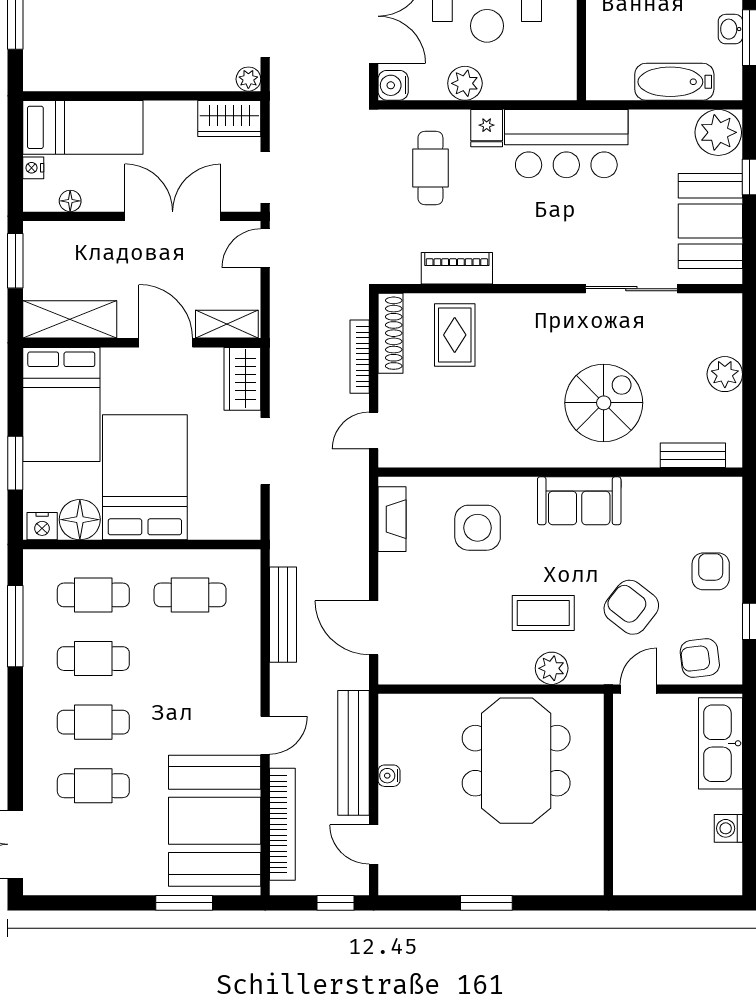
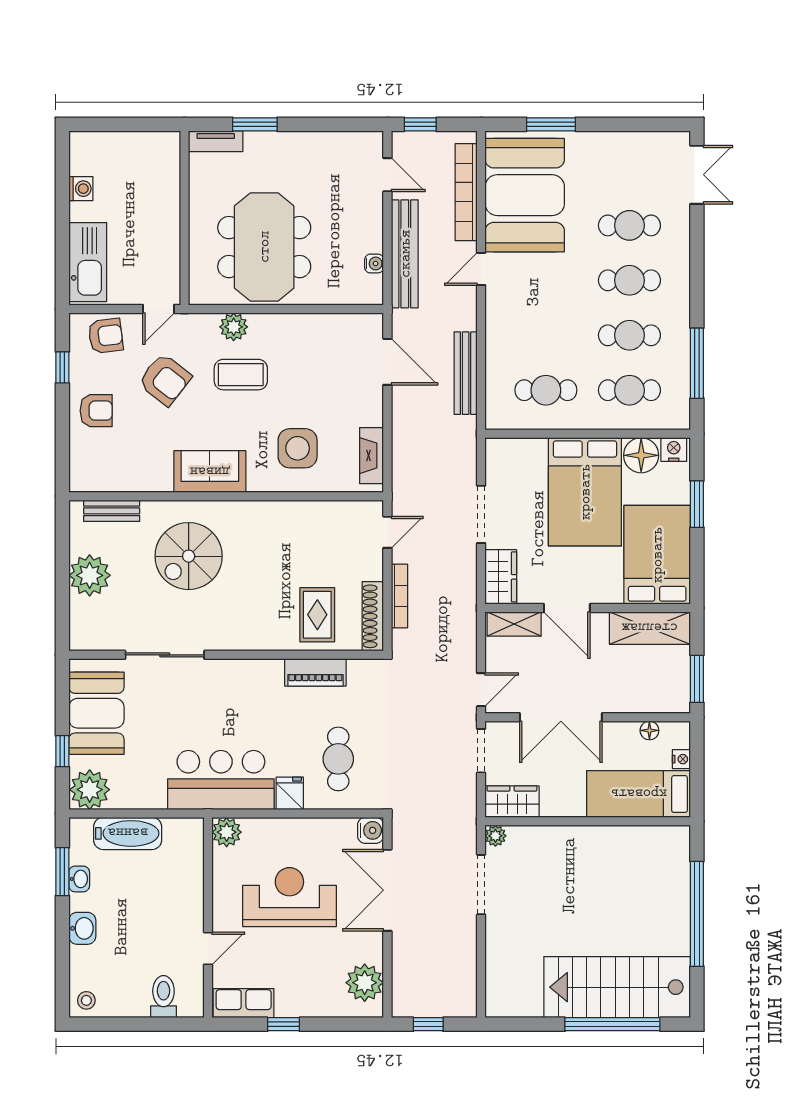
plant: (465, 83) -> (227, 832), moved
plant: (725, 374) -> (90, 575), width x1.36, depth x1.36
armchair: (711, 571) -> (96, 411), turned -90
water cooler: (389, 776) -> (374, 264), moved
tv unit: (572, 883) -> (216, 141), added
window: (486, 903) -> (255, 124), moved

